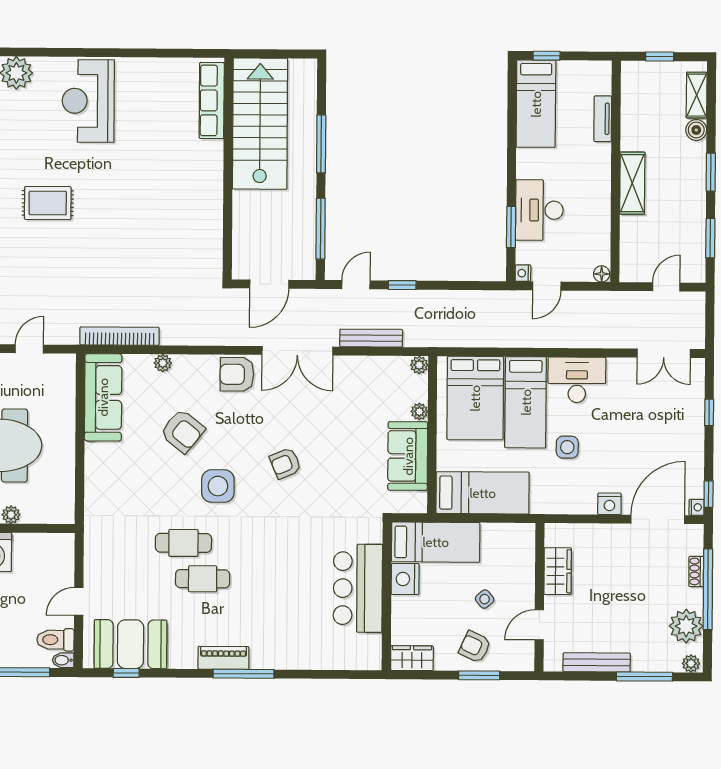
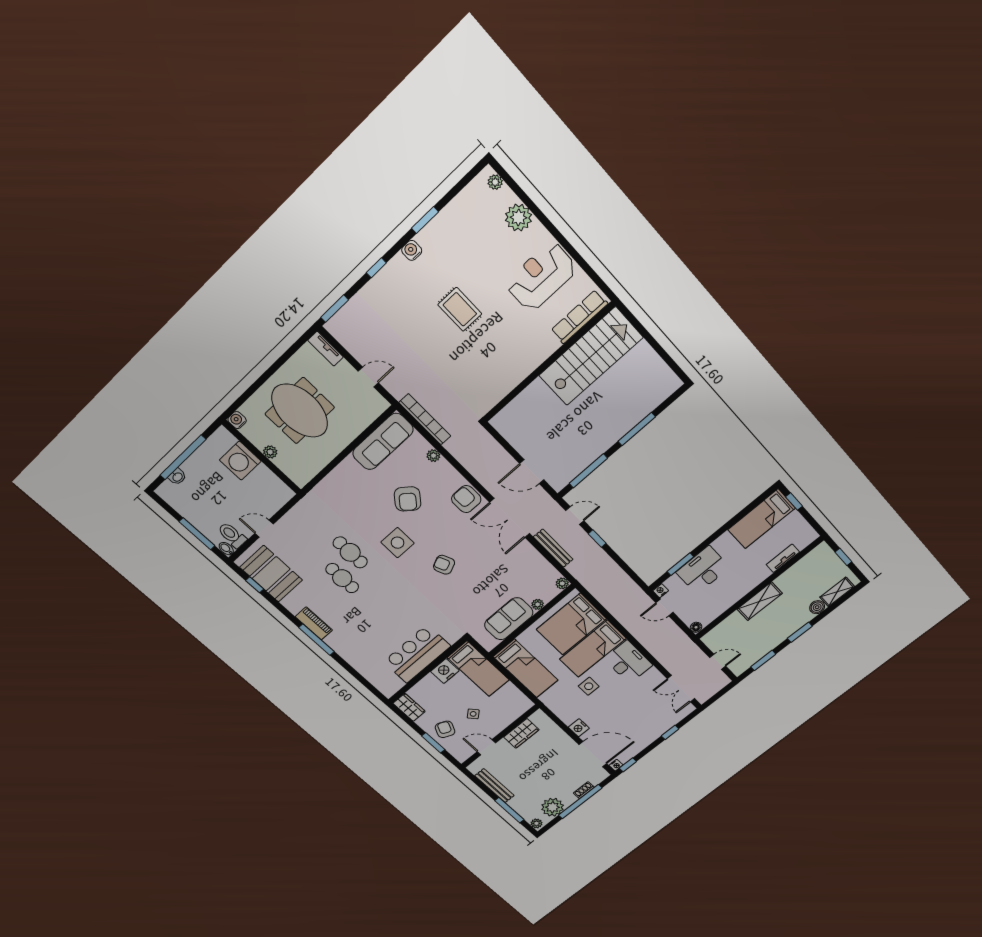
row of seats: (212, 100) -> (579, 317), moved
stairs: (260, 124) -> (591, 357), moved
wall: (228, 169) -> (548, 362), moved

